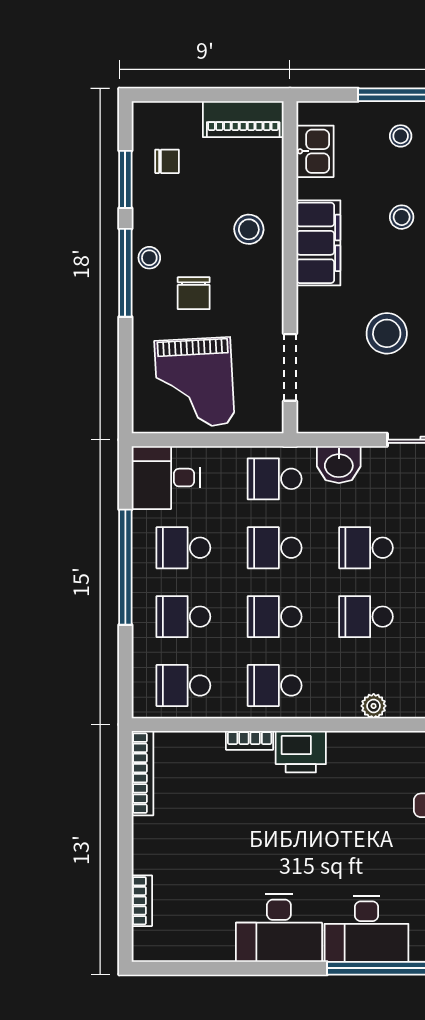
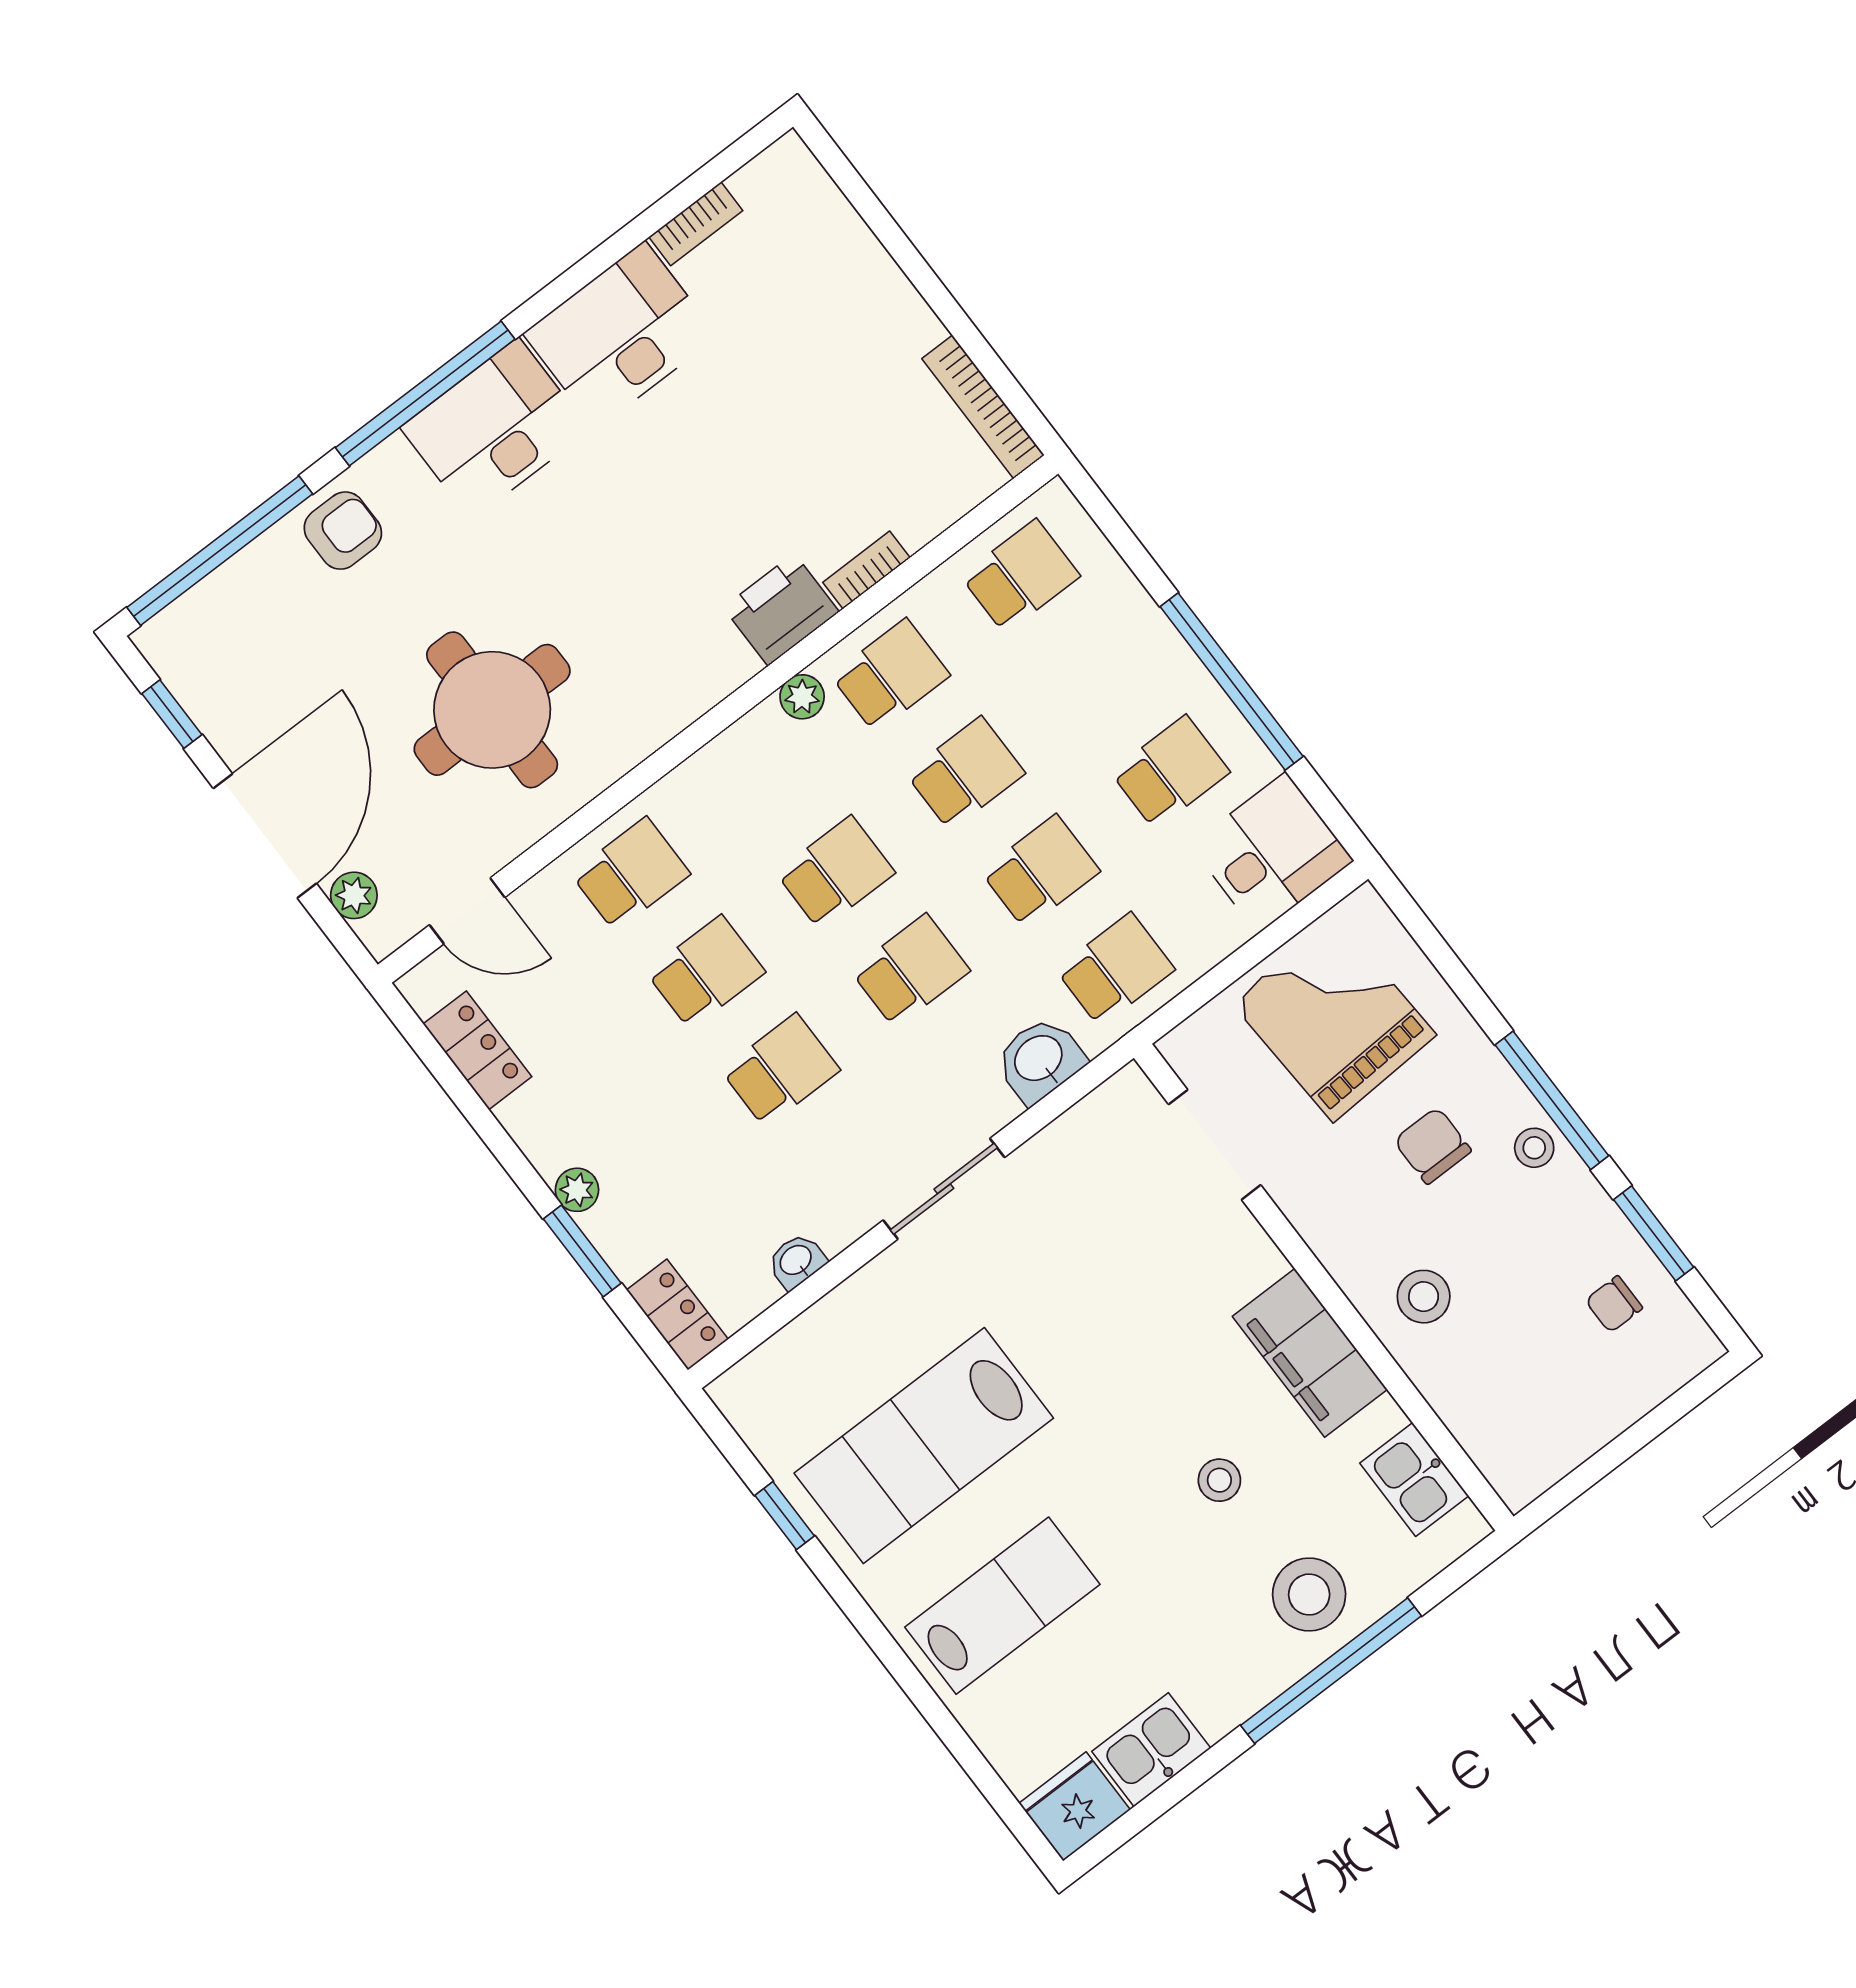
piano: (243, 119) -> (1551, 1447), removed
stool: (401, 136) -> (1309, 1595), width x1.89, depth x1.89
stool: (387, 333) -> (1114, 1298), removed
school desk: (183, 617) -> (1095, 674), removed
plant: (374, 706) -> (802, 697), moved
bookcase: (142, 901) -> (696, 224), moved, turned -90

